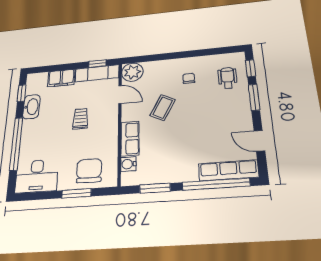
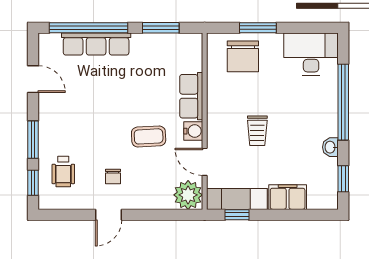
door: (191, 54) -> (108, 215), added
washbasin: (31, 107) -> (330, 147), width x0.52, depth x0.69
coffee table: (163, 108) -> (149, 136), turned 59
water cooler: (128, 164) -> (193, 131), moved
row of seats: (228, 170) -> (96, 44), moved

